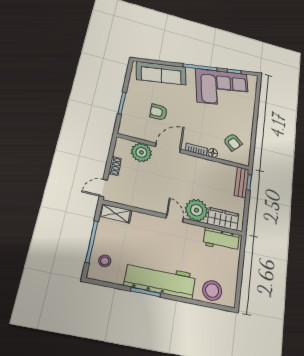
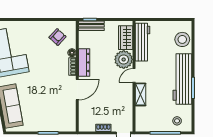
armchair: (158, 112) -> (48, 102), removed
door: (168, 148) -> (77, 90), swing flipped
plant: (141, 152) -> (87, 110), removed
dresser: (199, 164) -> (84, 62), added
shelving: (116, 213) -> (141, 94), moved
workbench: (221, 240) -> (143, 42), width x1.37

